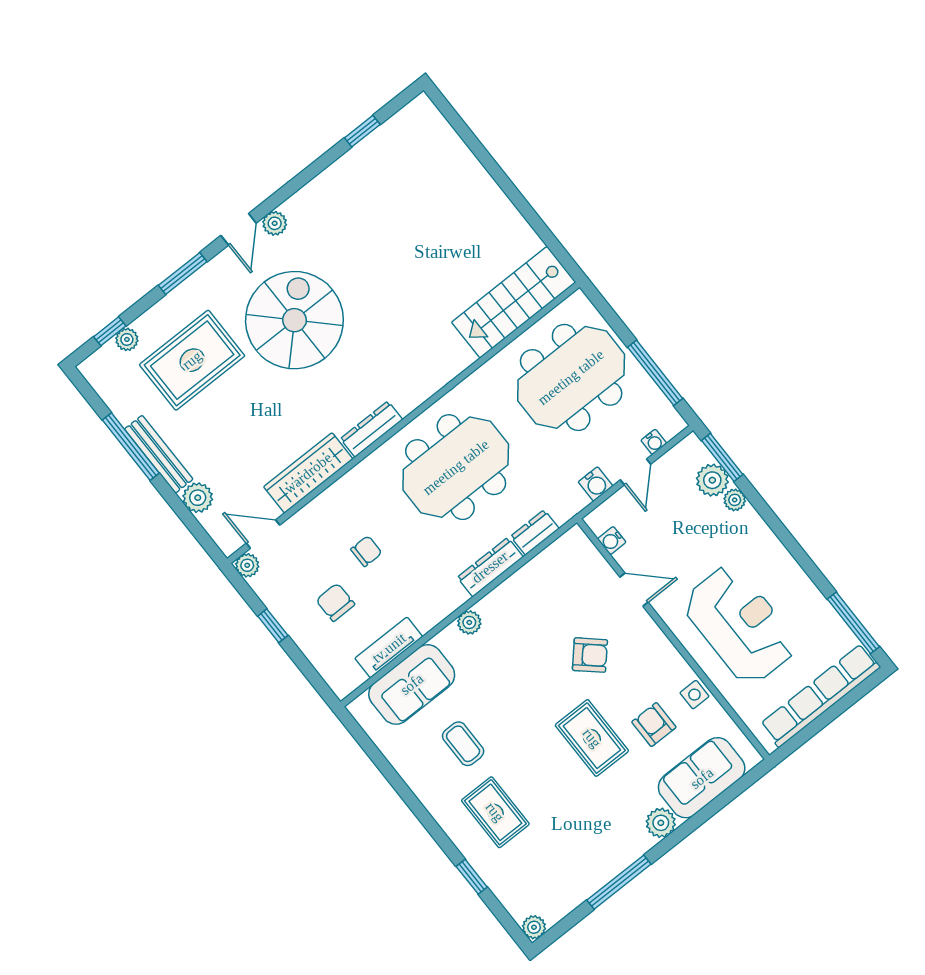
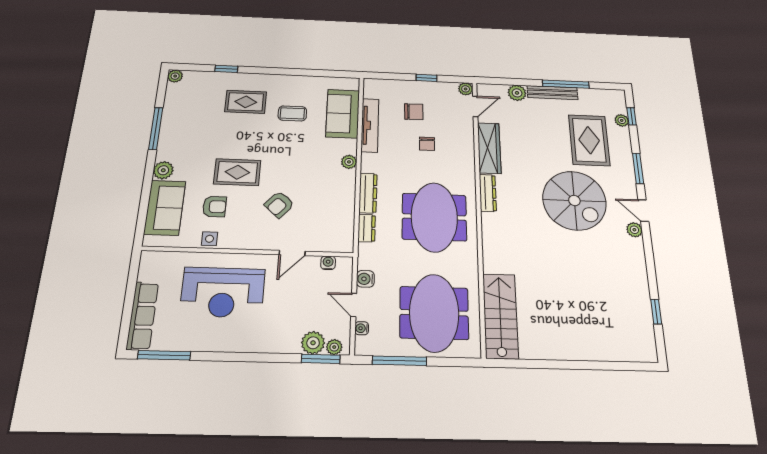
plant: (735, 500) -> (334, 347), moved
tv unit: (389, 648) -> (370, 125), width x1.41
row of seats: (820, 696) -> (142, 316), width x0.73

